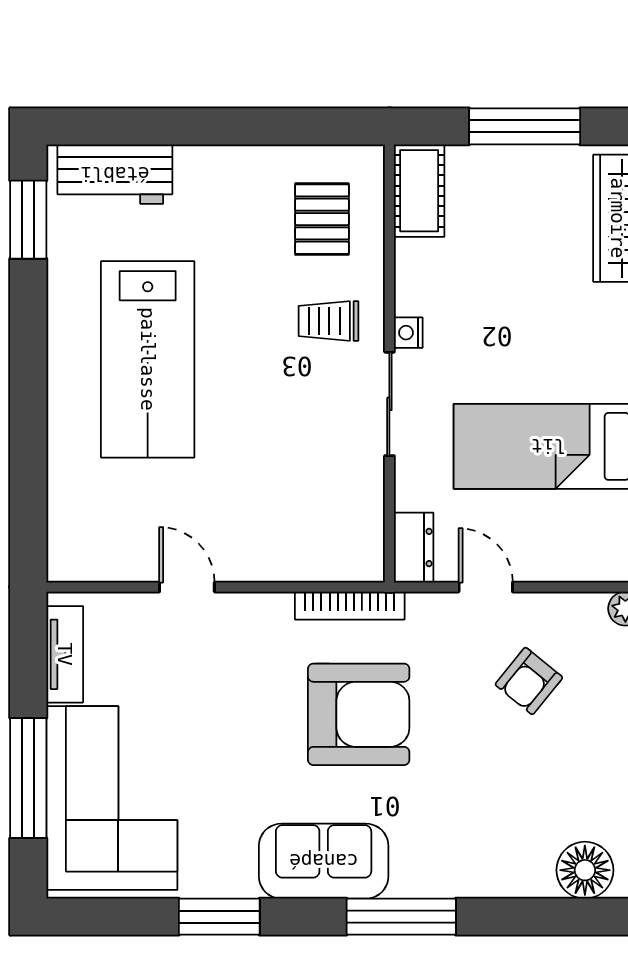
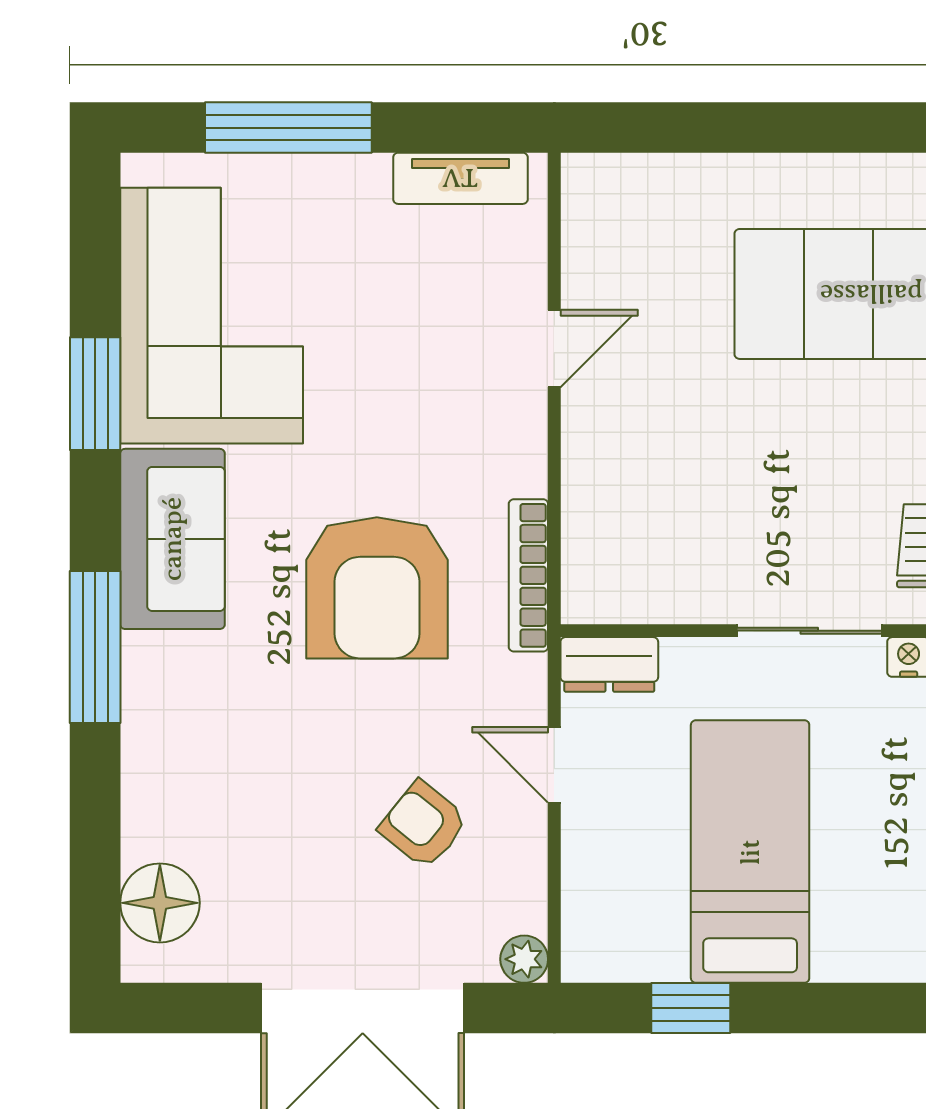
door: (486, 587) -> (554, 765), swing flipped
corner sofa: (112, 798) -> (212, 316), moved, turned -90

